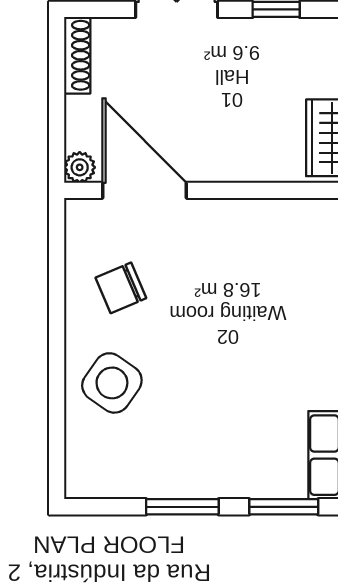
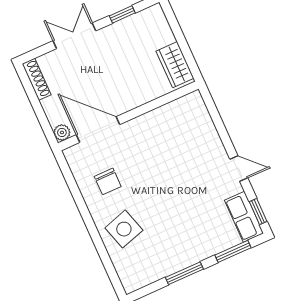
chair: (121, 288) -> (108, 181), turned -67
side table: (112, 383) -> (124, 229), turned 38

